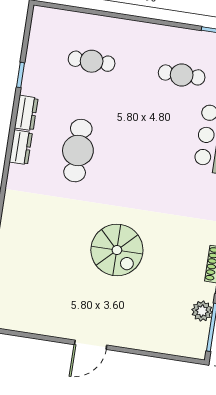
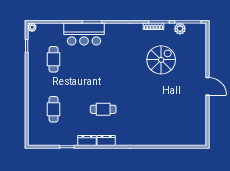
cafe table: (78, 151) -> (103, 109), width x0.73, depth x0.74
spiral stairs: (117, 250) -> (161, 60), moved

